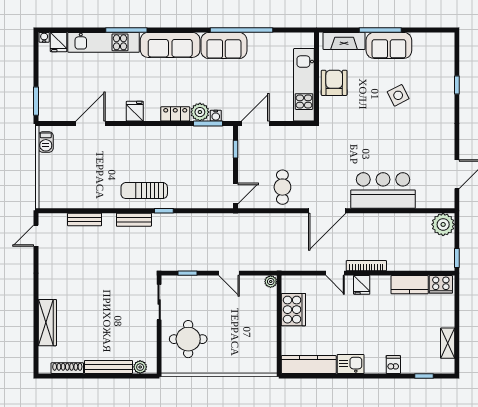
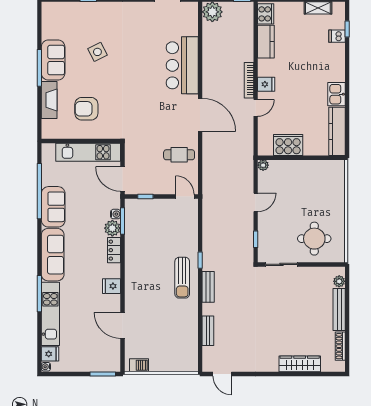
wall: (317, 77) -> (81, 141), moved
kitchen unit: (304, 85) -> (88, 152), moved
dishwasher: (393, 365) -> (337, 36), moved

